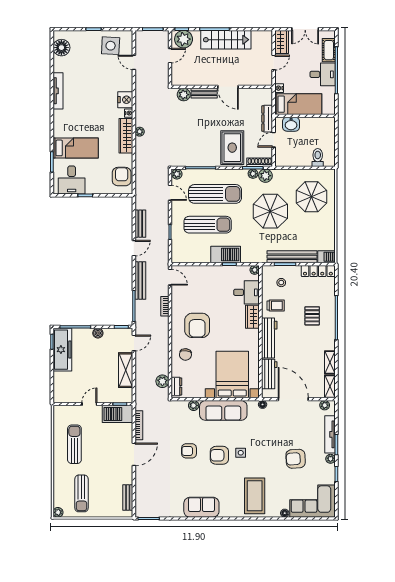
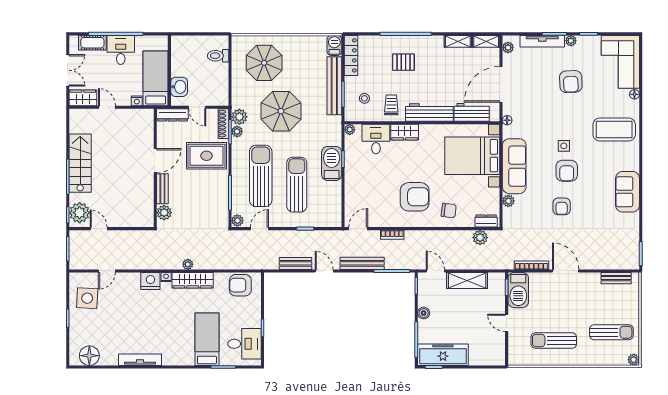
wall: (222, 87) -> (155, 168), moved
door: (228, 87) -> (155, 161), moved
bench: (204, 93) -> (162, 189), moved
plant: (184, 95) -> (164, 213), moved

